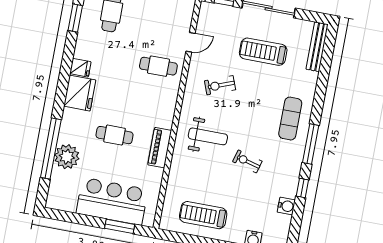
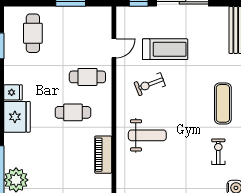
treadmill: (263, 52) -> (165, 49), moved, turned 180
cafe table: (115, 135) -> (73, 112), moved
exercise bike: (247, 161) -> (218, 152), moved, turned 75

